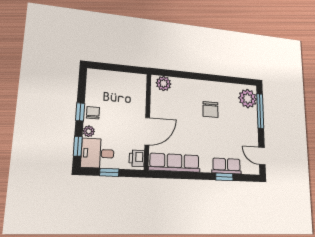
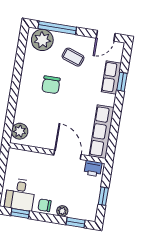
chair: (211, 109) -> (51, 85), turned 90
window: (80, 112) -> (20, 213), moved
coffee table: (238, 128) -> (73, 57), added
desk: (98, 153) -> (20, 195), moved

